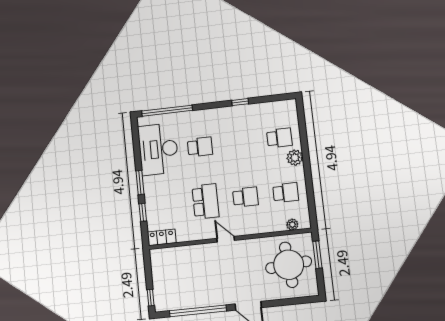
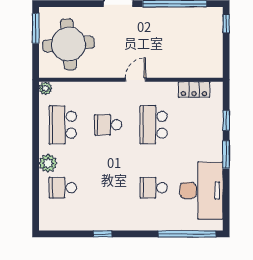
school desk: (286, 193) -> (63, 125), width x1.85
plant: (292, 225) -> (45, 88), moved
locker: (162, 237) -> (194, 90), moved
door: (226, 239) -> (135, 80), swing flipped
window: (317, 255) -> (36, 28), moved

